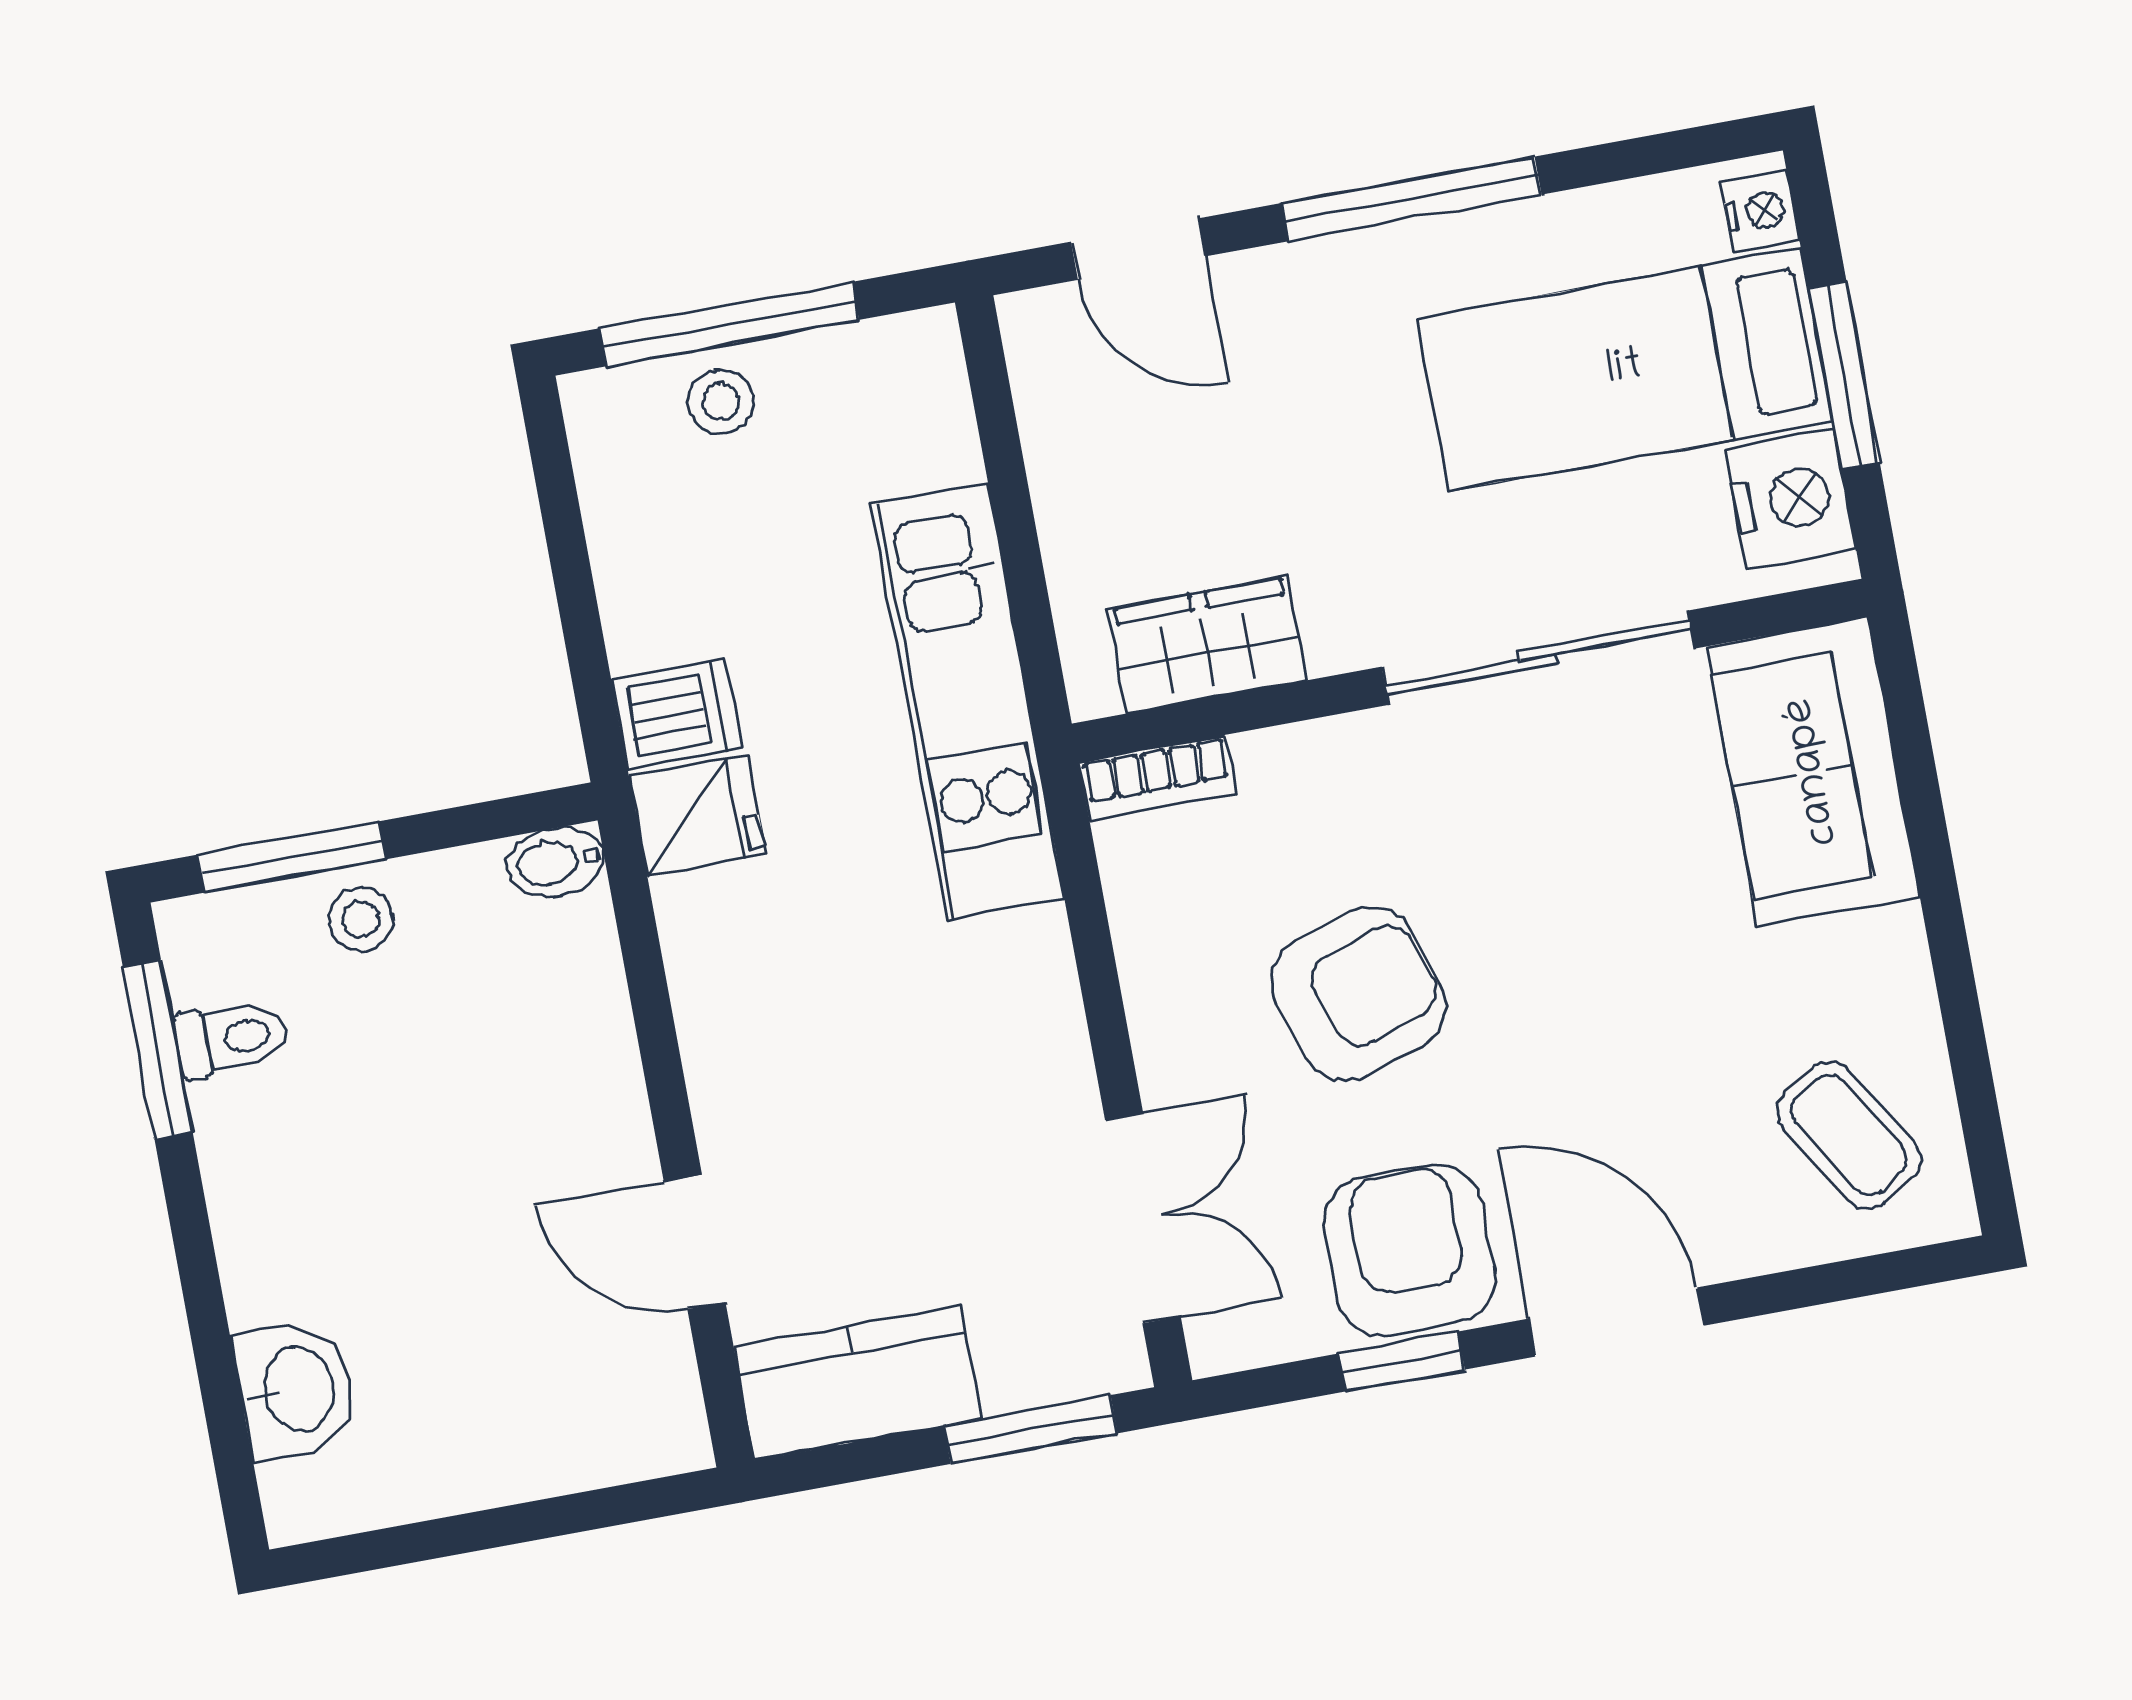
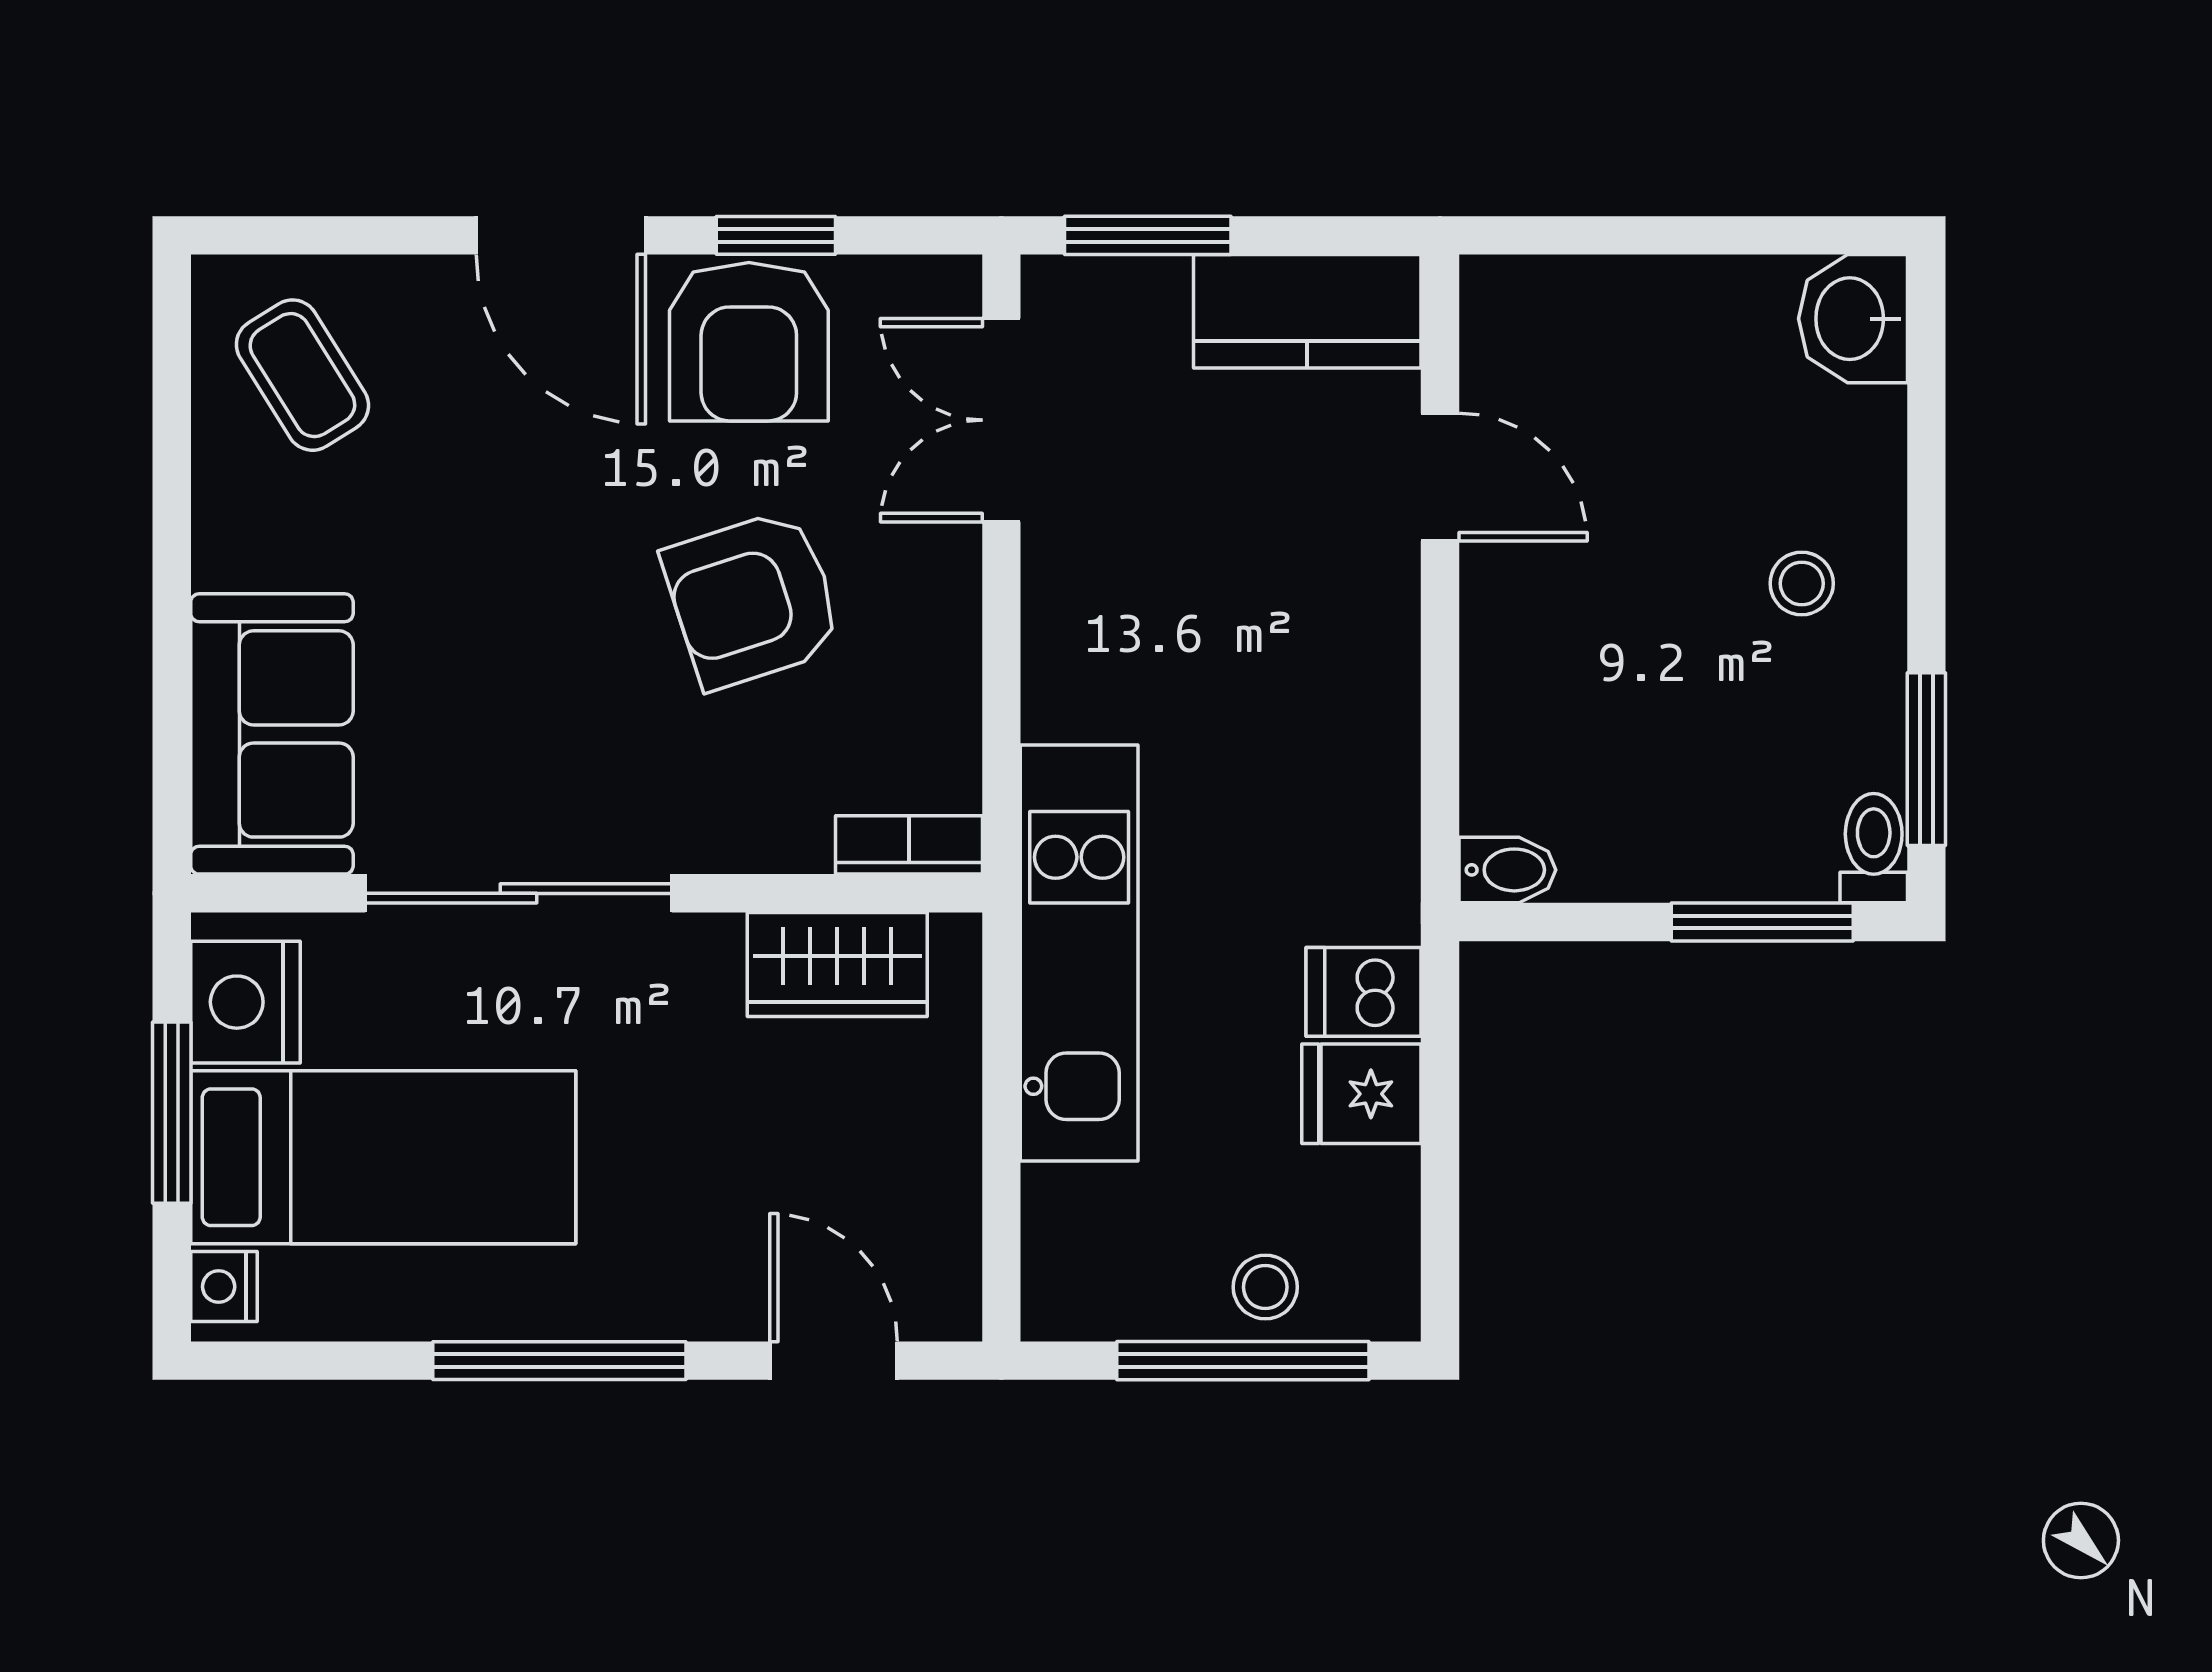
fridge: (697, 816) -> (1361, 1094), moved
stool: (361, 919) -> (1802, 583), moved
toilet: (232, 1038) -> (1874, 848), moved, turned 90
washbasin: (296, 1389) -> (1853, 319), moved

